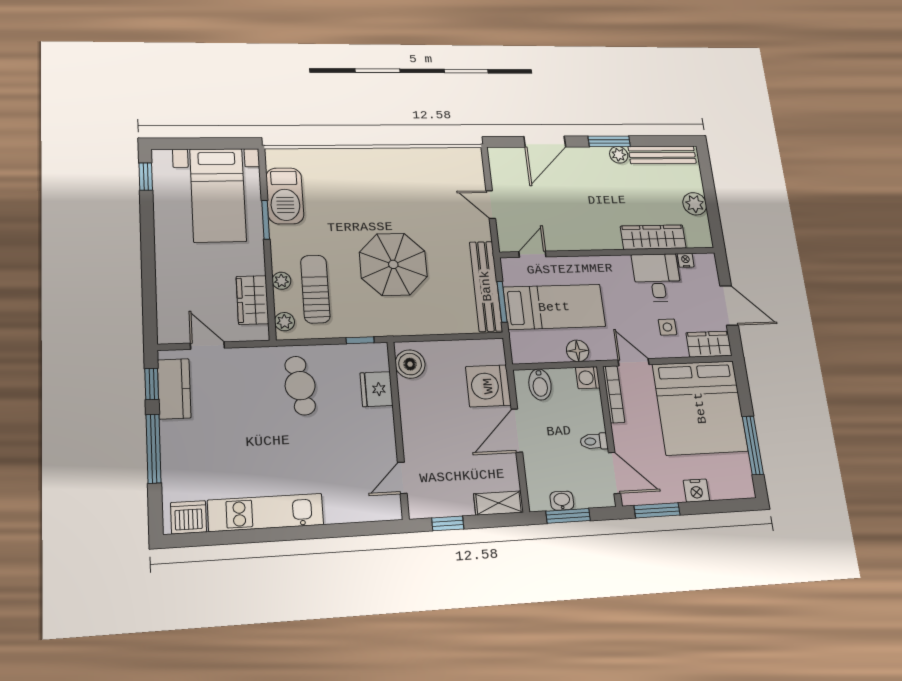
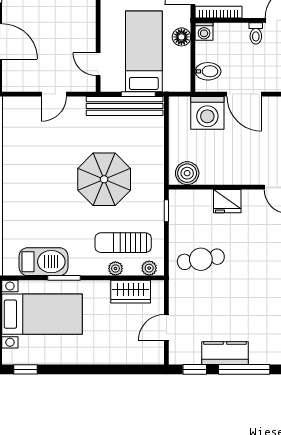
kitchen counter: (174, 389) -> (225, 353), moved
fridge: (376, 389) -> (227, 201), moved

